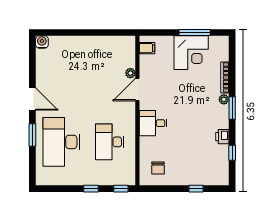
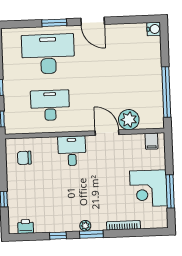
window: (101, 33) -> (166, 92), added
plant: (130, 73) -> (129, 120), width x1.88, depth x1.88
door: (32, 99) -> (93, 21), hinge flipped
plant: (224, 99) -> (85, 226), moved
printer: (222, 137) -> (26, 226), moved
window: (232, 153) -> (58, 236), moved

